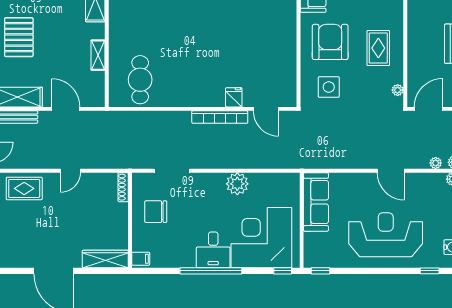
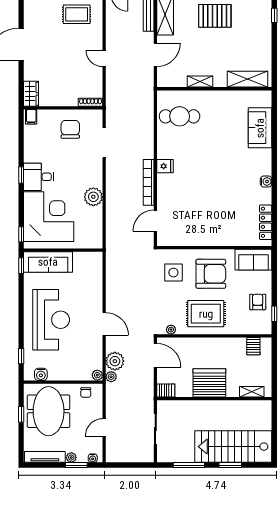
rug: (378, 48) -> (206, 314), width x1.36, depth x1.43
fridge: (234, 97) -> (165, 166), moved
plant: (436, 163) -> (115, 361), width x1.87, depth x1.87
door: (391, 171) -> (104, 324), swing flipped
rug: (24, 188) -> (77, 14), moved, turned 90
sofa: (316, 202) -> (48, 262), moved
wardrobe: (105, 259) -> (31, 94), width x0.67
window: (211, 271) -> (21, 175), width x0.32

